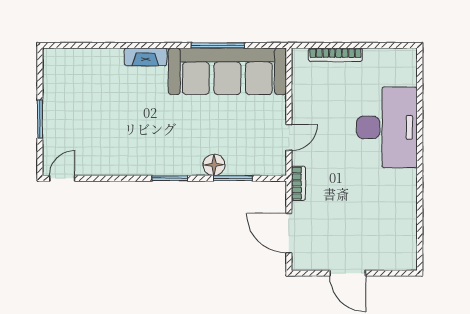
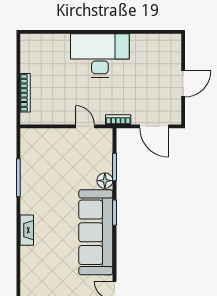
sofa: (227, 71) -> (96, 232), moved, turned 180
desk: (387, 127) -> (100, 56), moved
door: (289, 233) -> (154, 126), hinge flipped

